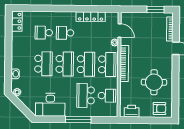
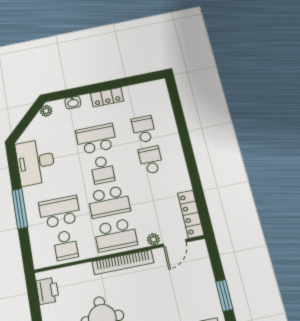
locker: (91, 17) -> (191, 214), moved
locker: (17, 21) -> (107, 97), moved
school desk: (43, 64) -> (96, 139), turned 180
school desk: (65, 64) -> (102, 170), width x0.54

